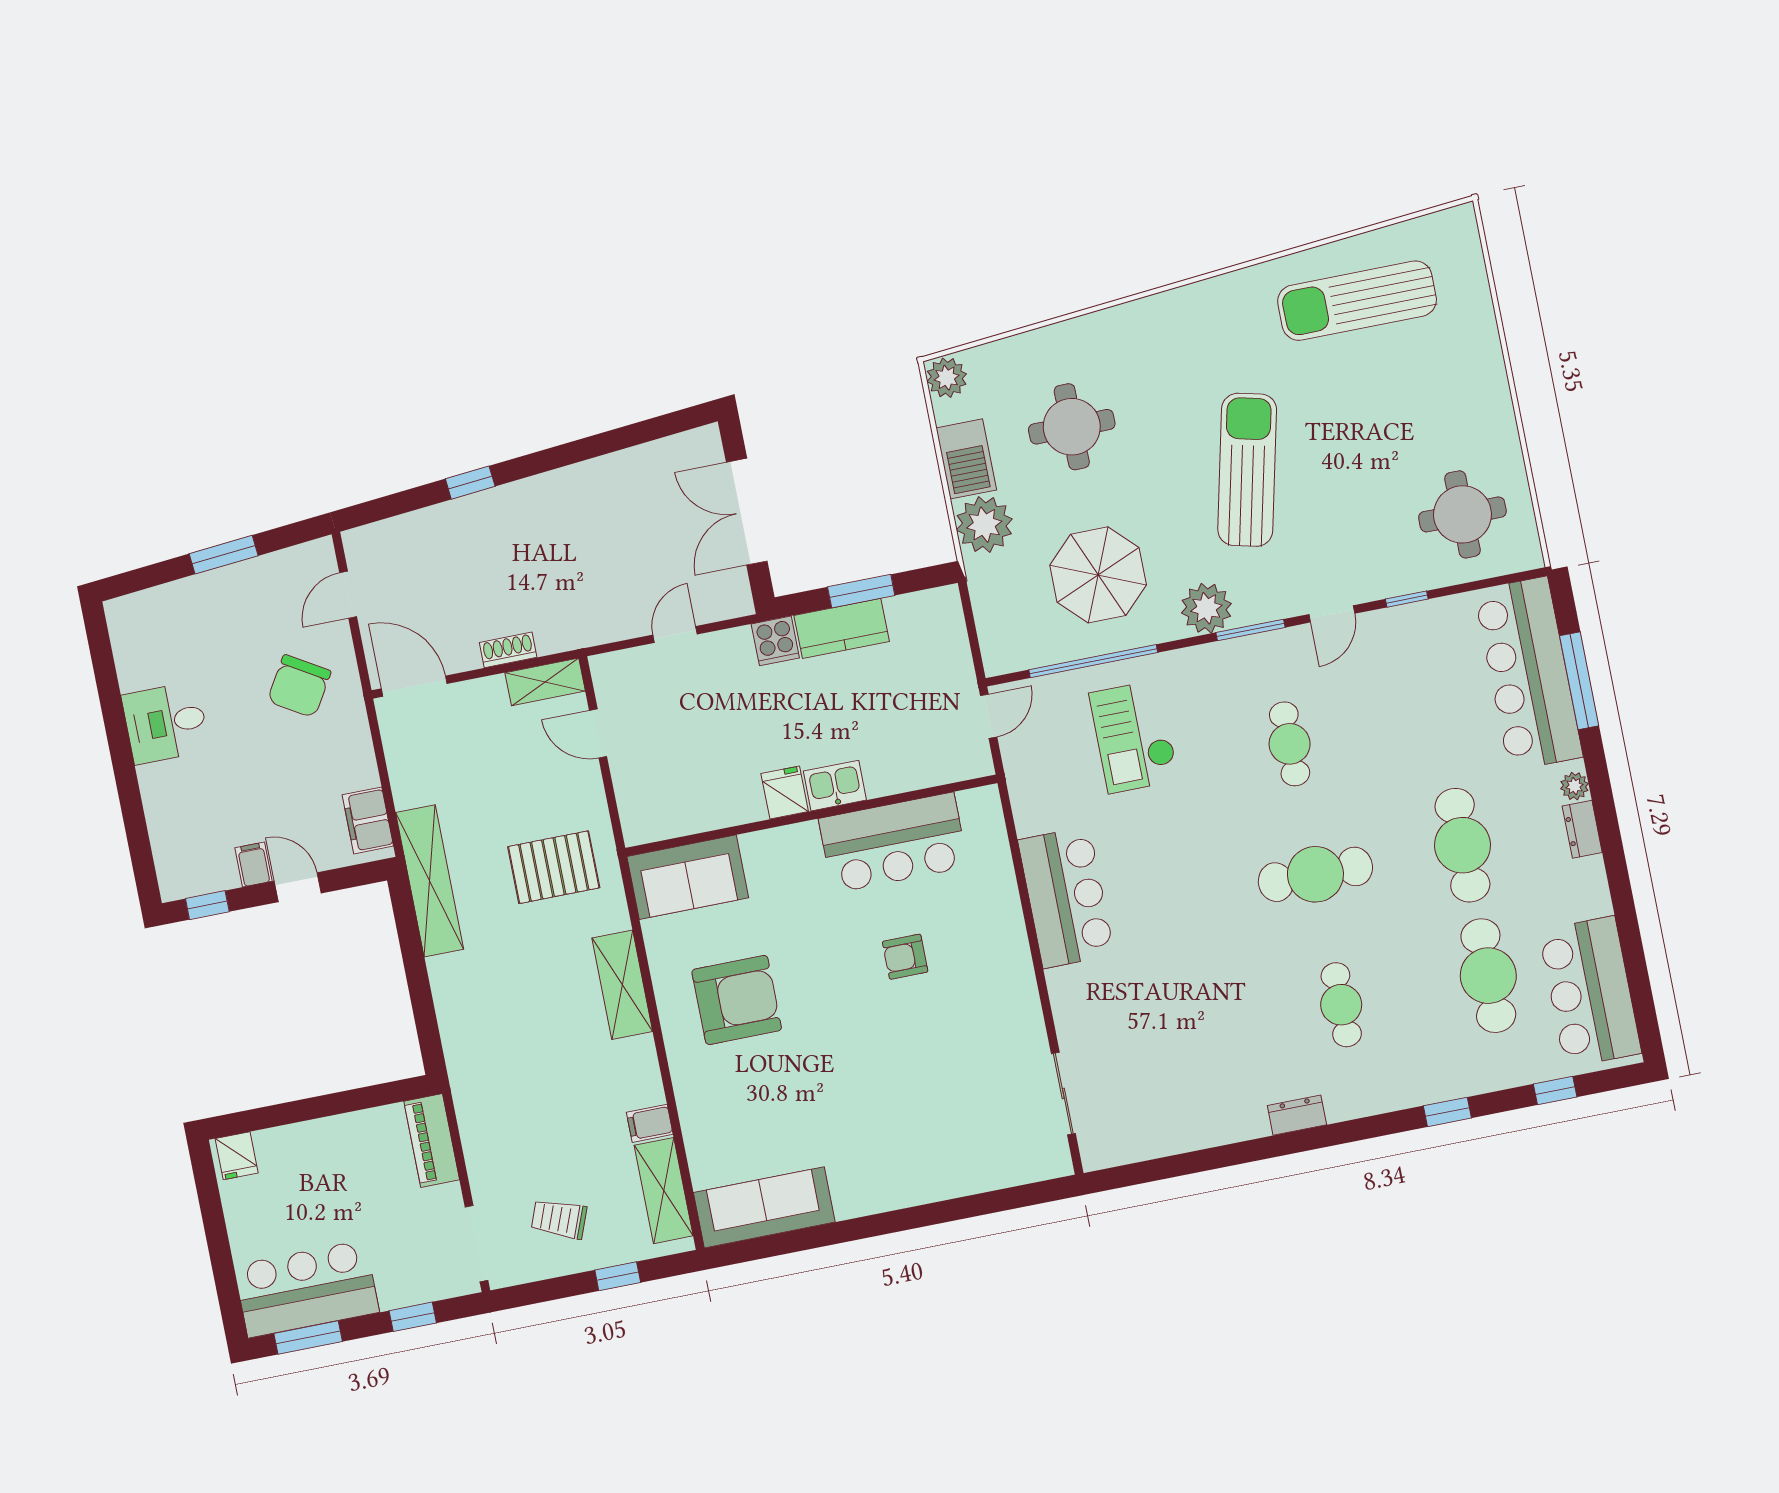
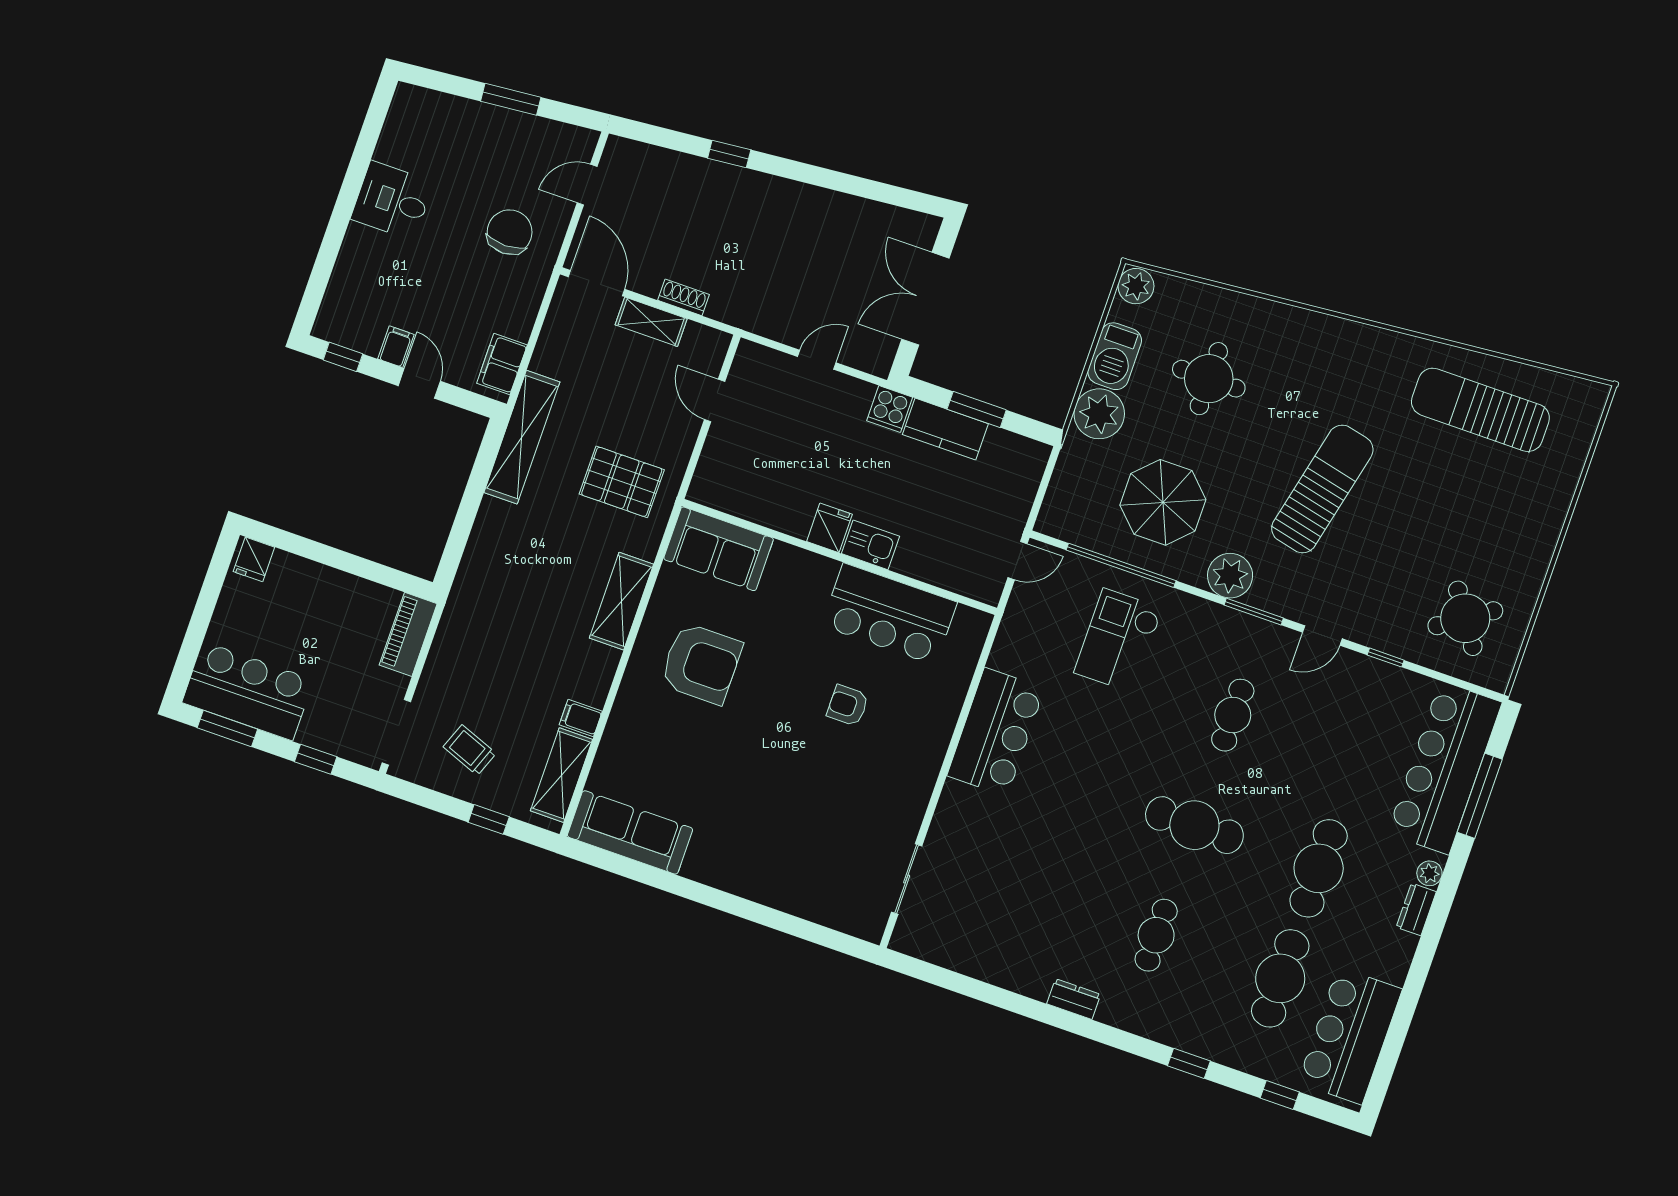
round table: (1462, 514) -> (1465, 618), turned -34
shelving: (545, 682) -> (651, 322), moved
chair: (299, 686) -> (510, 232), turned 149

